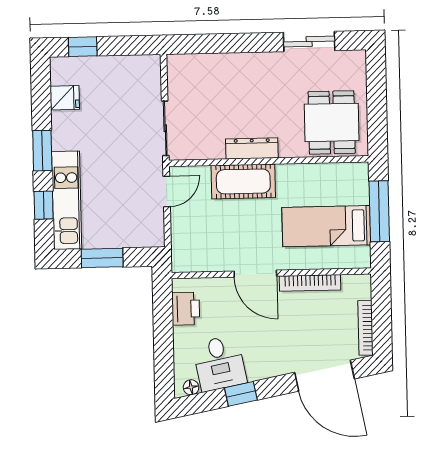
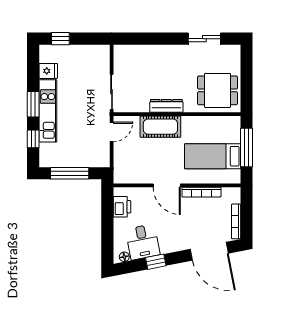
dining table: (332, 122) -> (217, 90), turned 90
kitchen unit: (67, 200) -> (48, 111), moved
window: (102, 258) -> (70, 173), width x1.44

